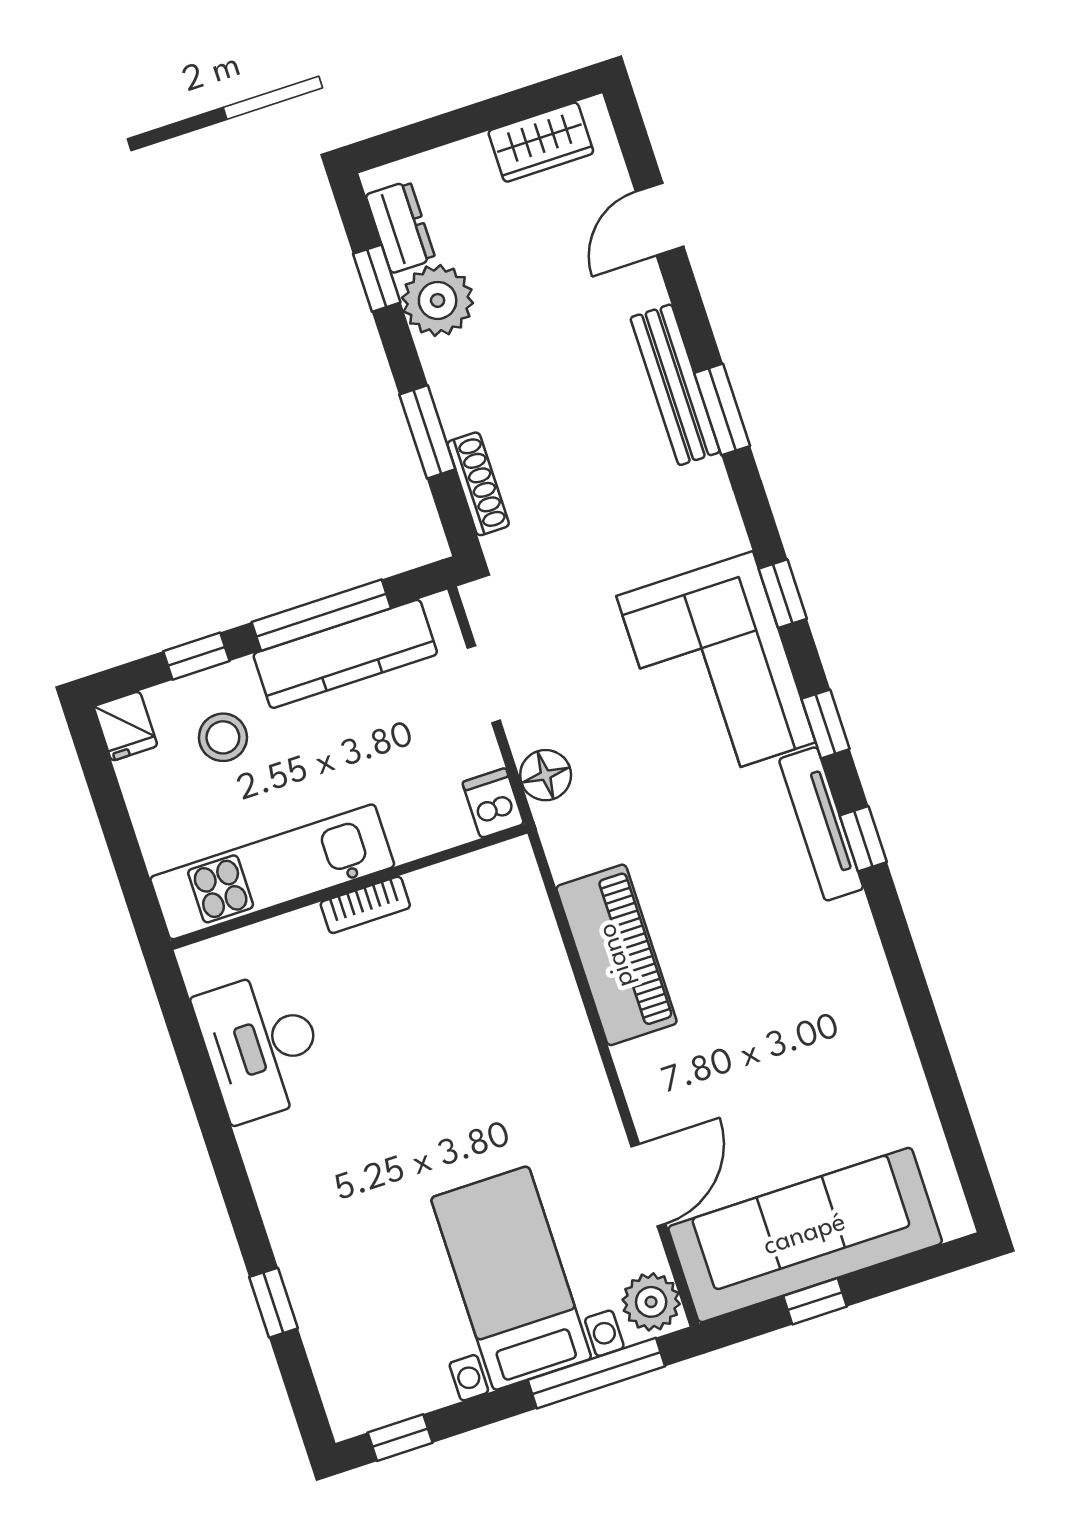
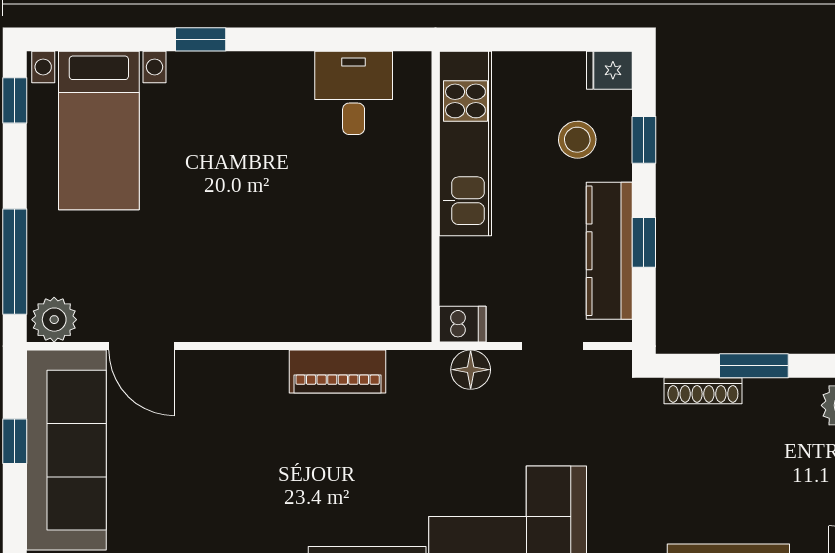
window: (321, 615) -> (644, 242), width x0.46
bookcase: (365, 905) -> (418, 204), removed
piano: (617, 955) -> (338, 372), width x0.73, depth x0.75
desk: (261, 1046) -> (354, 93), width x0.73
bed with nightstands: (511, 1278) -> (99, 130), moved, turned 90
window: (273, 1303) -> (201, 39), moved

